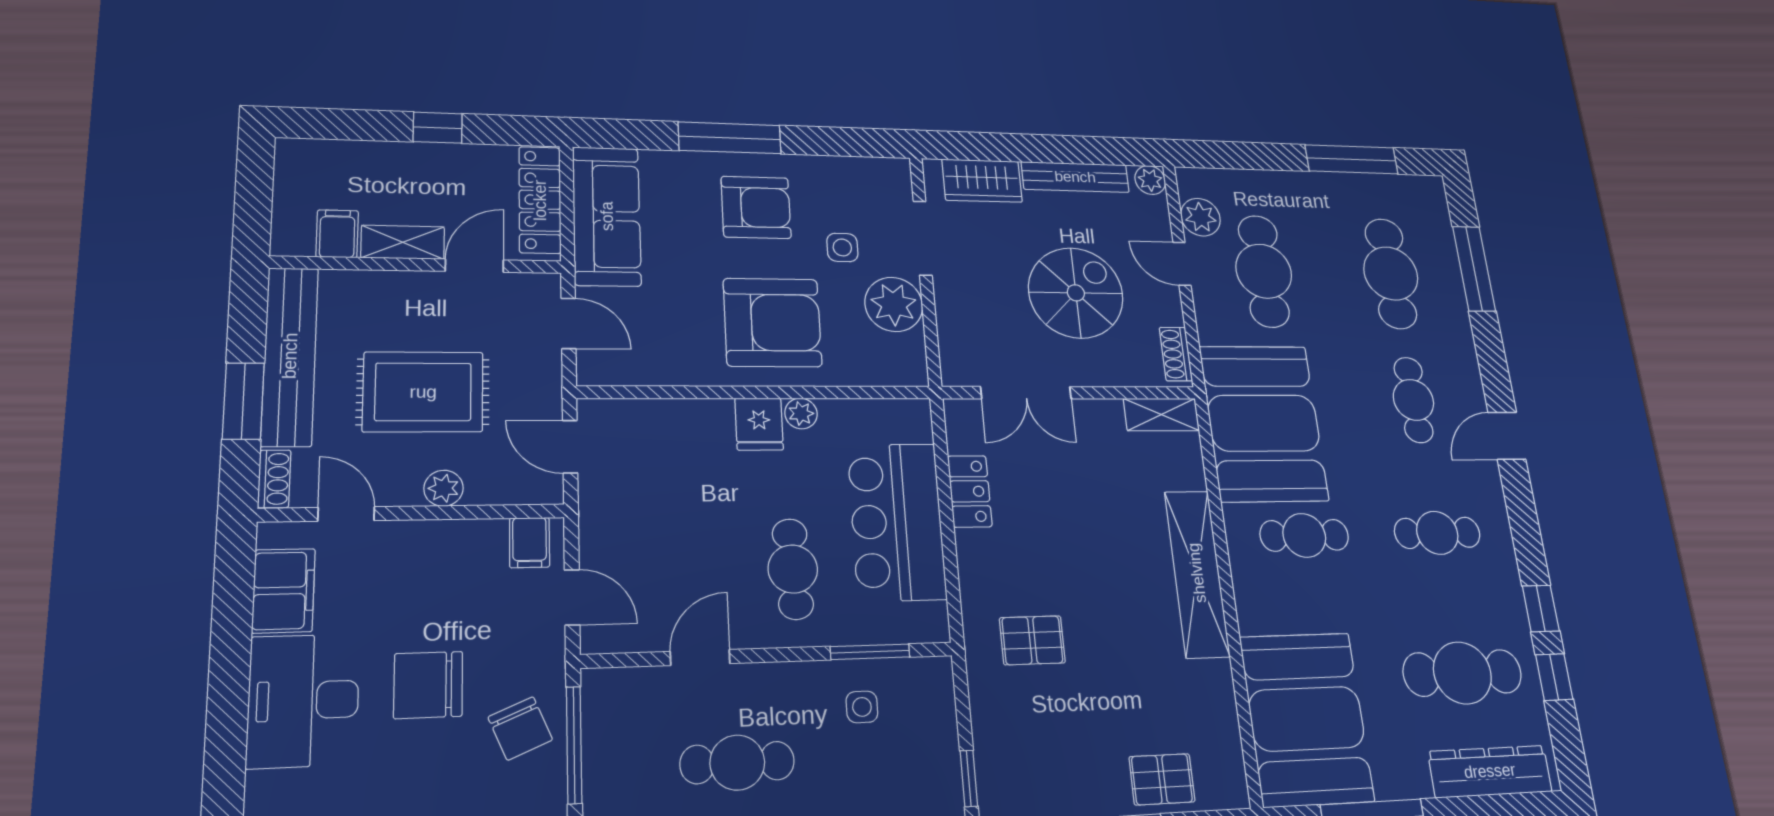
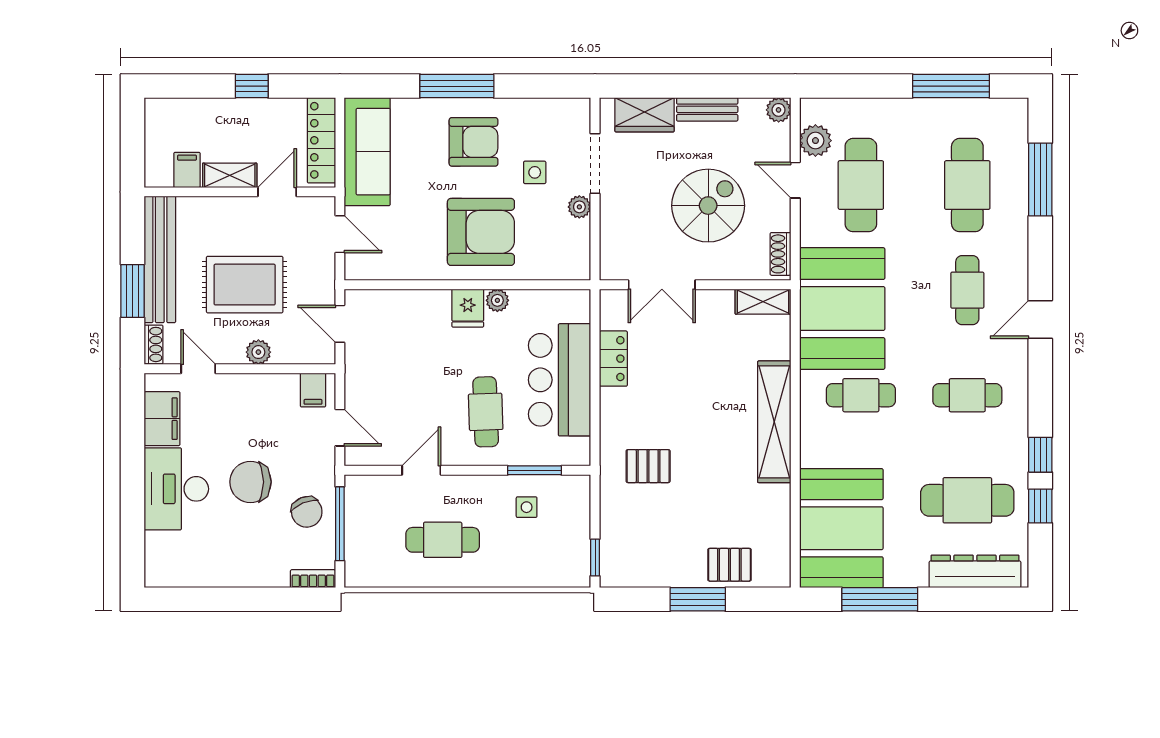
bench: (1075, 177) -> (707, 109), width x0.73
plant: (894, 304) -> (579, 207), width x0.53, depth x0.53

